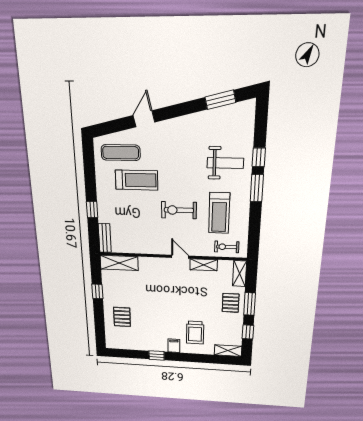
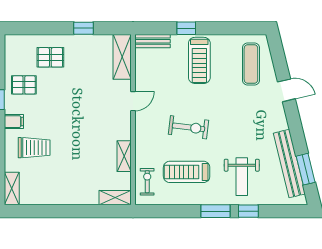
bench: (214, 116) -> (289, 164), added
treadmill: (136, 180) -> (199, 60), moved
exercise bike: (179, 210) -> (189, 127), turned 97
door: (180, 257) -> (133, 101), moved
pallet: (231, 303) -> (24, 85), moved
window: (250, 304) -> (77, 211), removed
window: (248, 332) -> (39, 211), removed
trolley: (195, 333) -> (34, 148), turned 180

